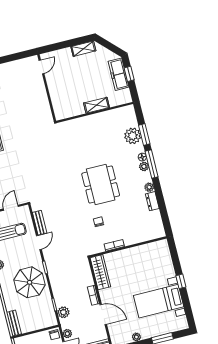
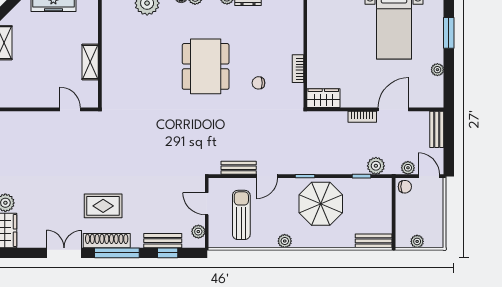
door: (41, 67) -> (70, 109), moved
shelving: (97, 105) -> (90, 62), moved
dining table: (101, 185) -> (206, 66), turned 90
door: (39, 243) -> (267, 176), swing flipped
wardrobe: (100, 272) -> (323, 98), width x0.67

